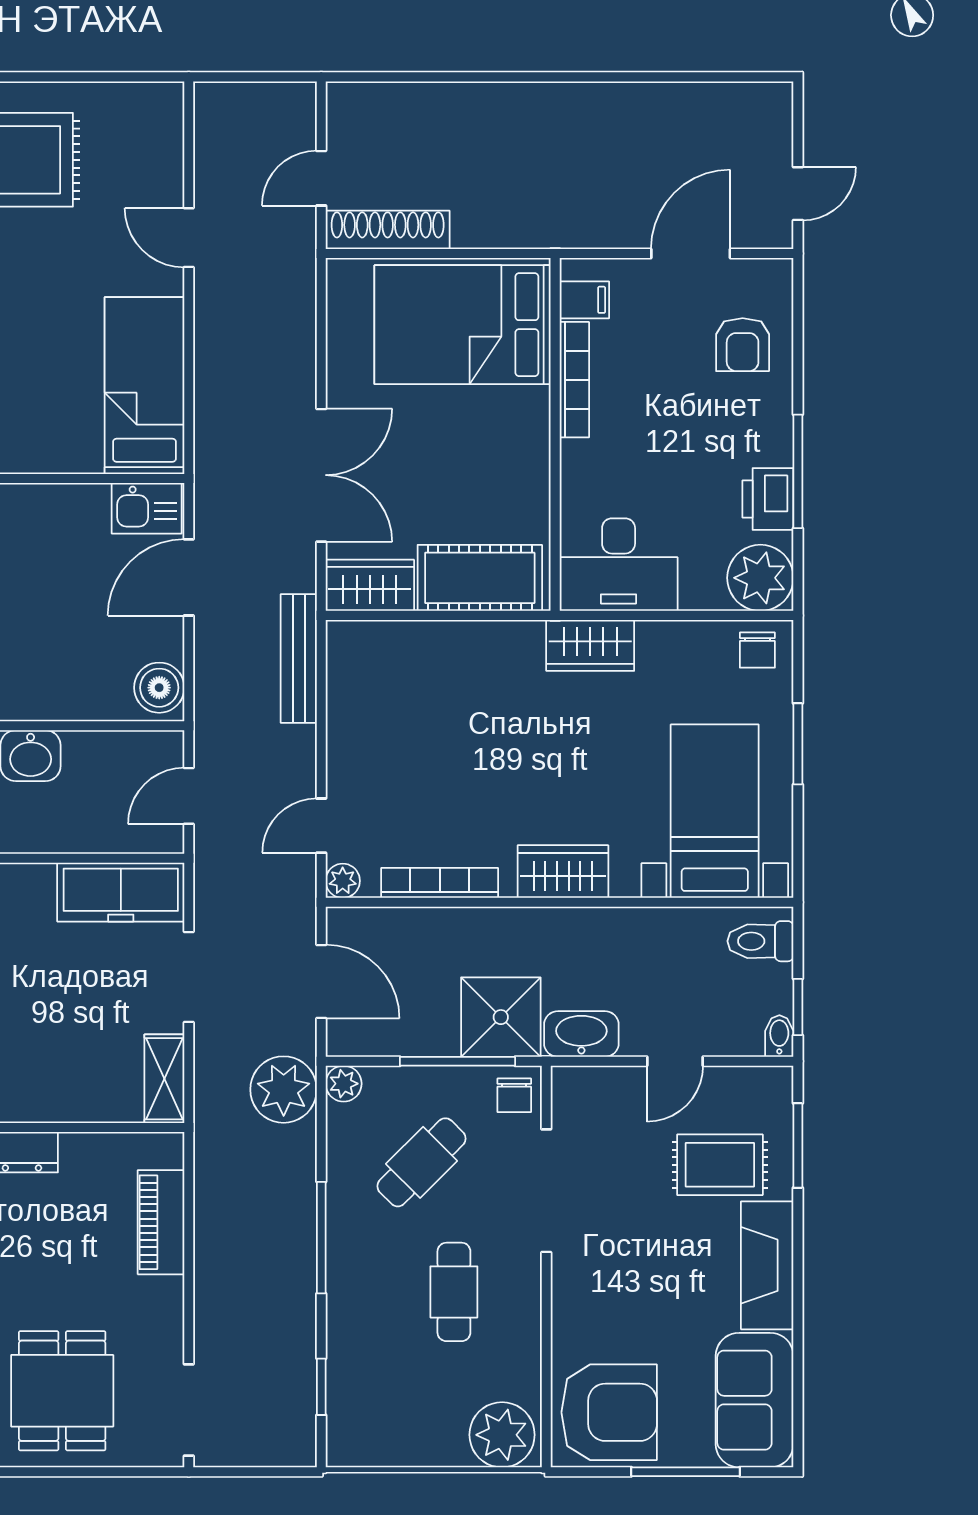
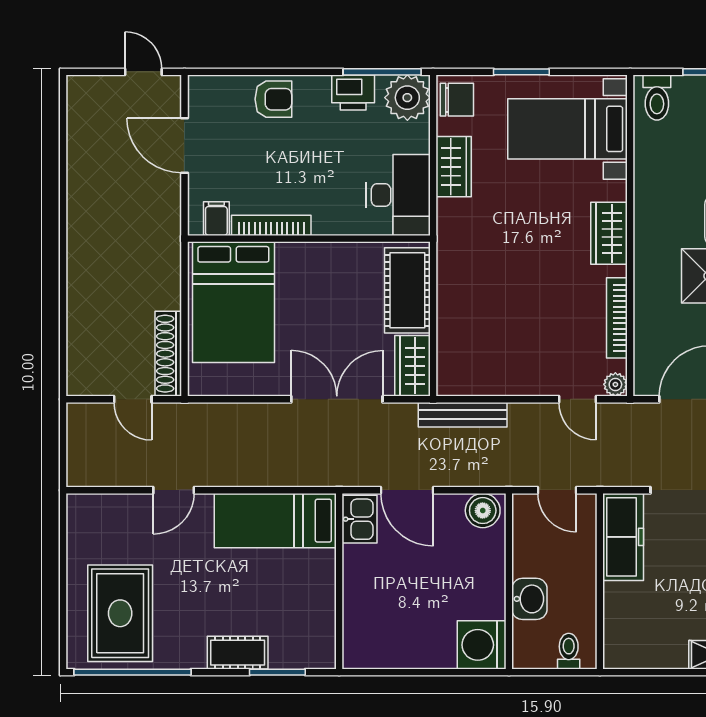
armchair: (743, 345) -> (273, 99), moved
window: (798, 471) -> (382, 72), moved
wardrobe: (590, 645) -> (454, 167), moved
chair: (757, 650) -> (457, 100), width x1.37, depth x1.37

